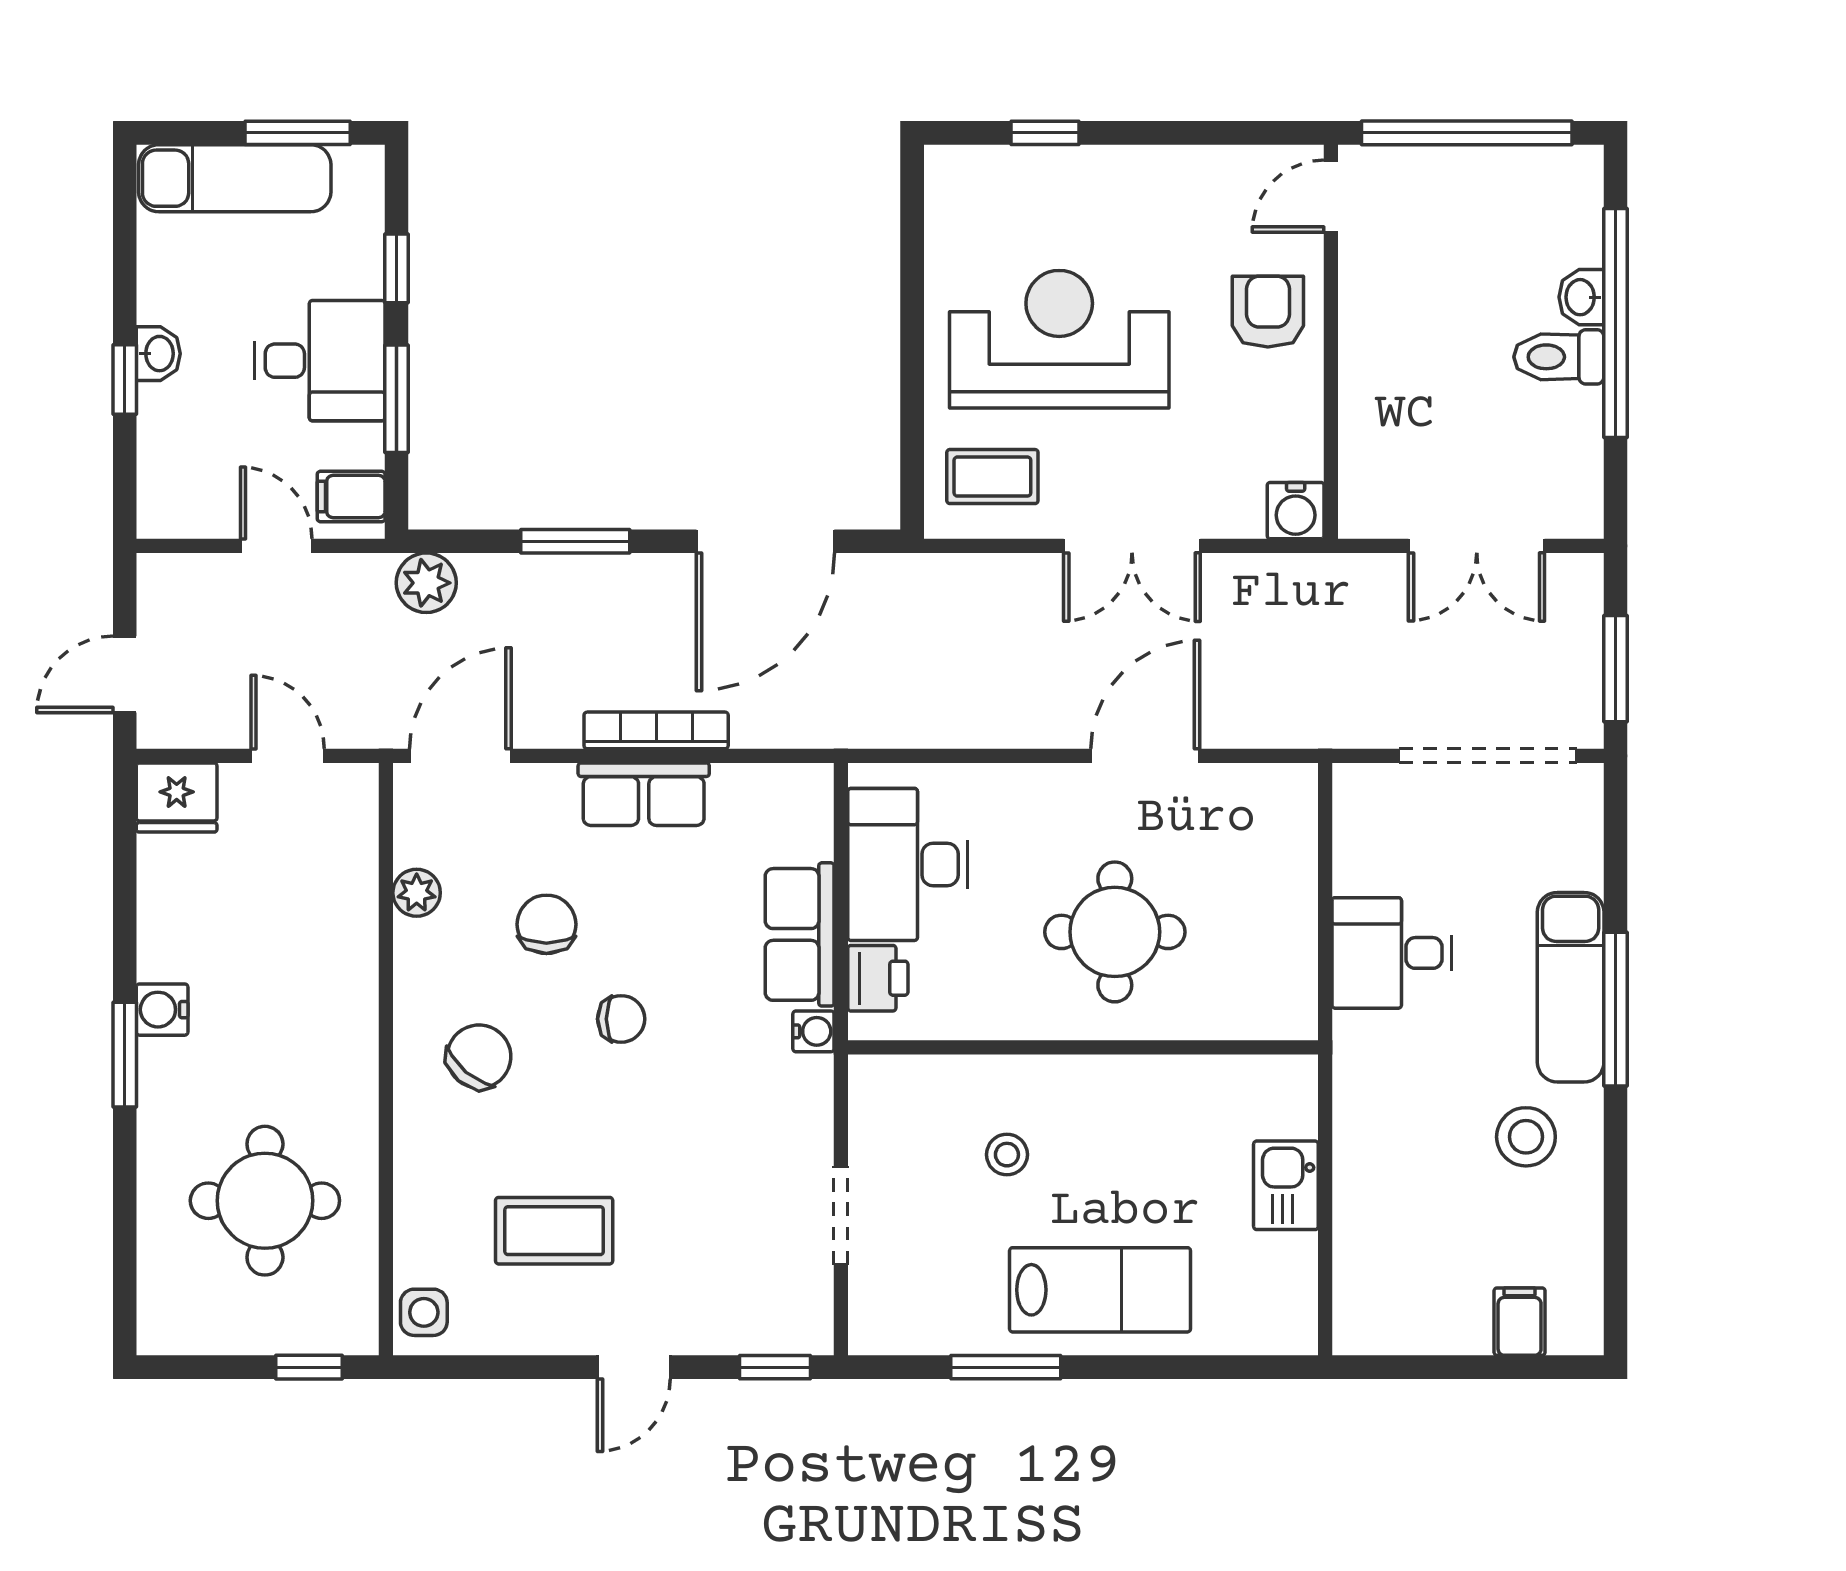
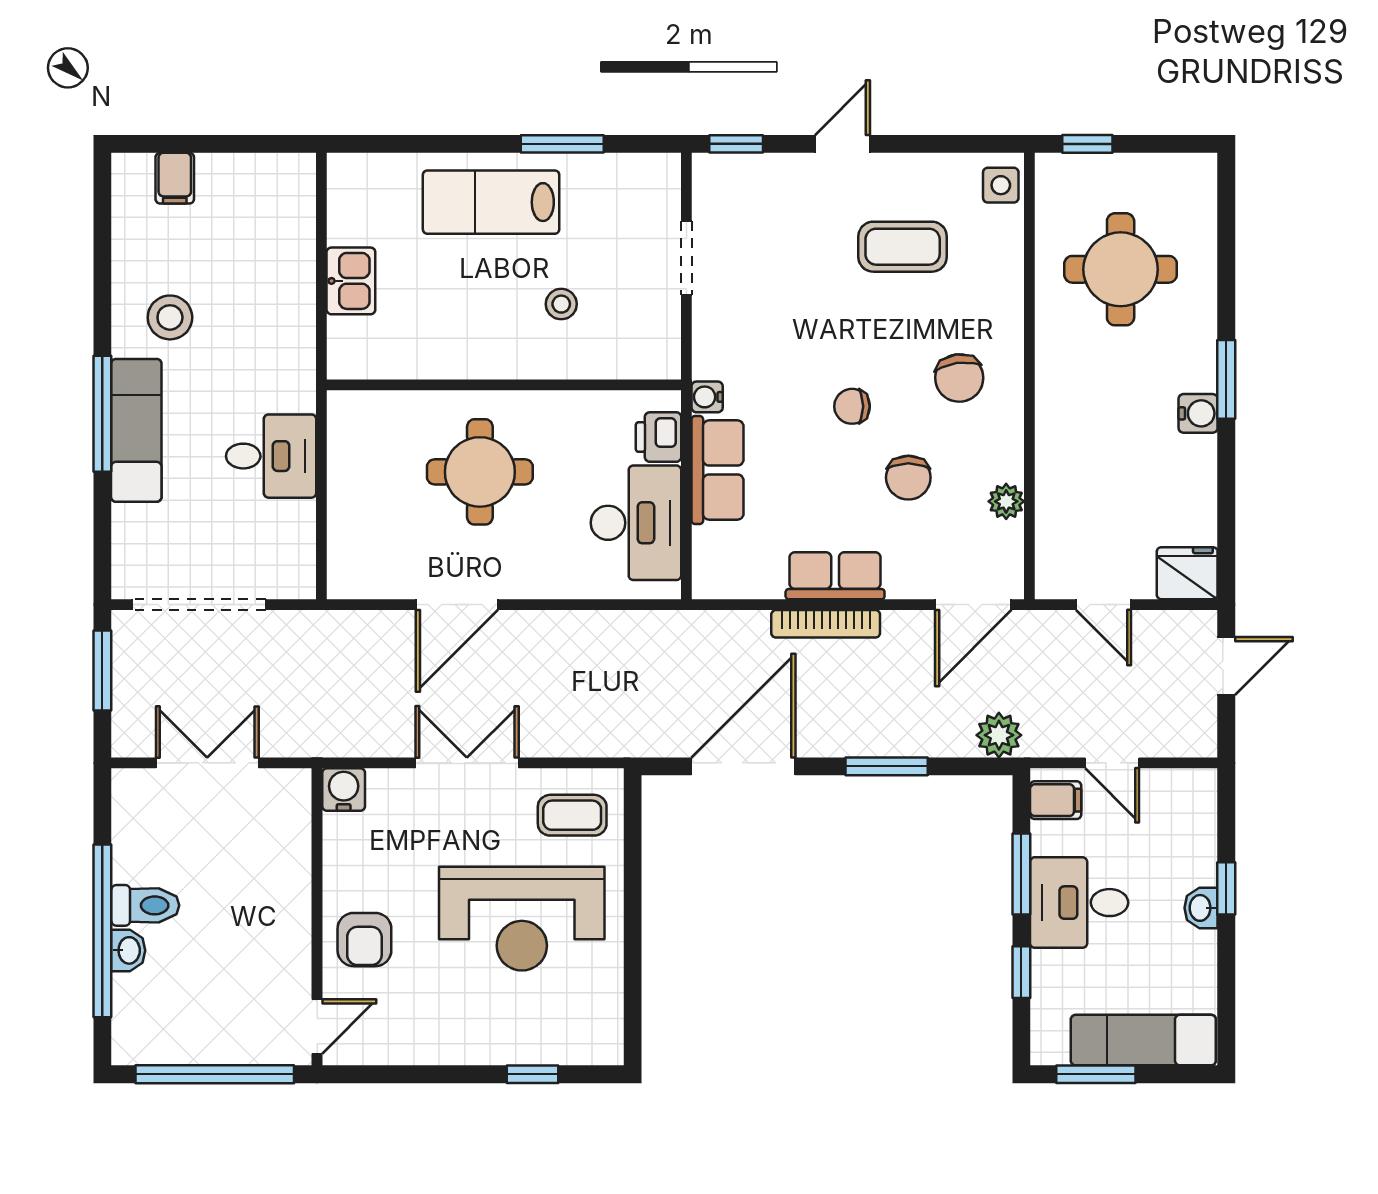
chair: (479, 1057) -> (959, 378), turned -48

